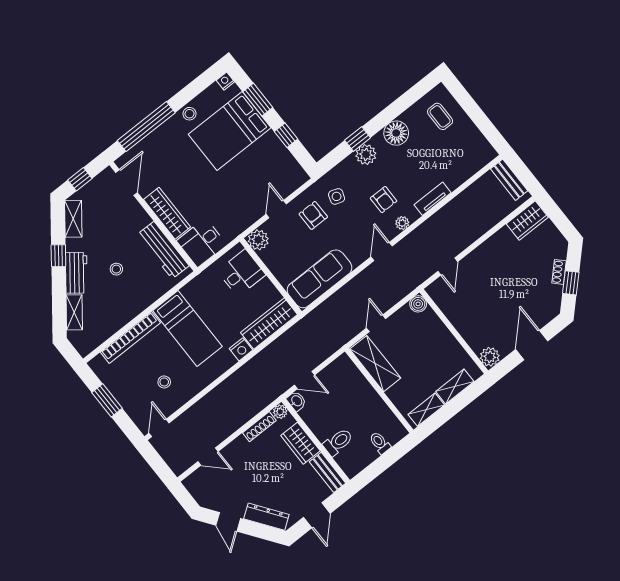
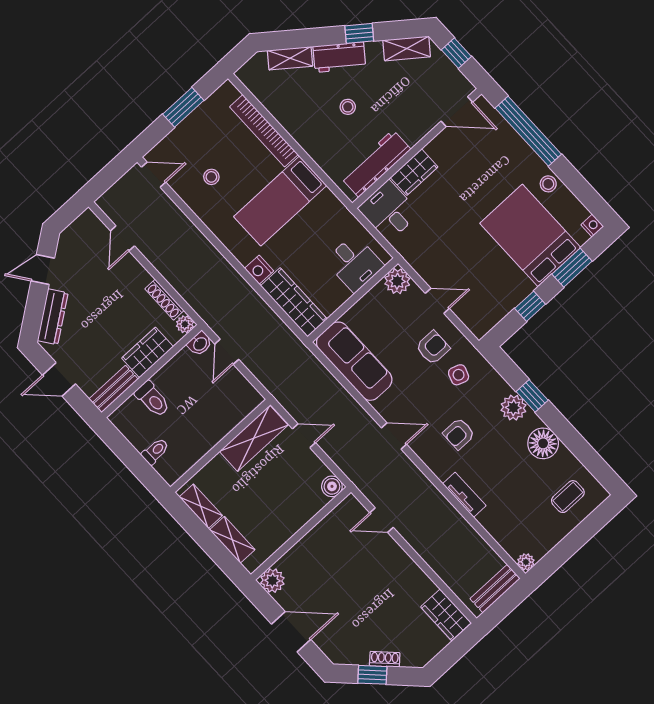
wardrobe: (167, 213) -> (414, 172), width x0.67
plant: (402, 223) -> (526, 562), moved

